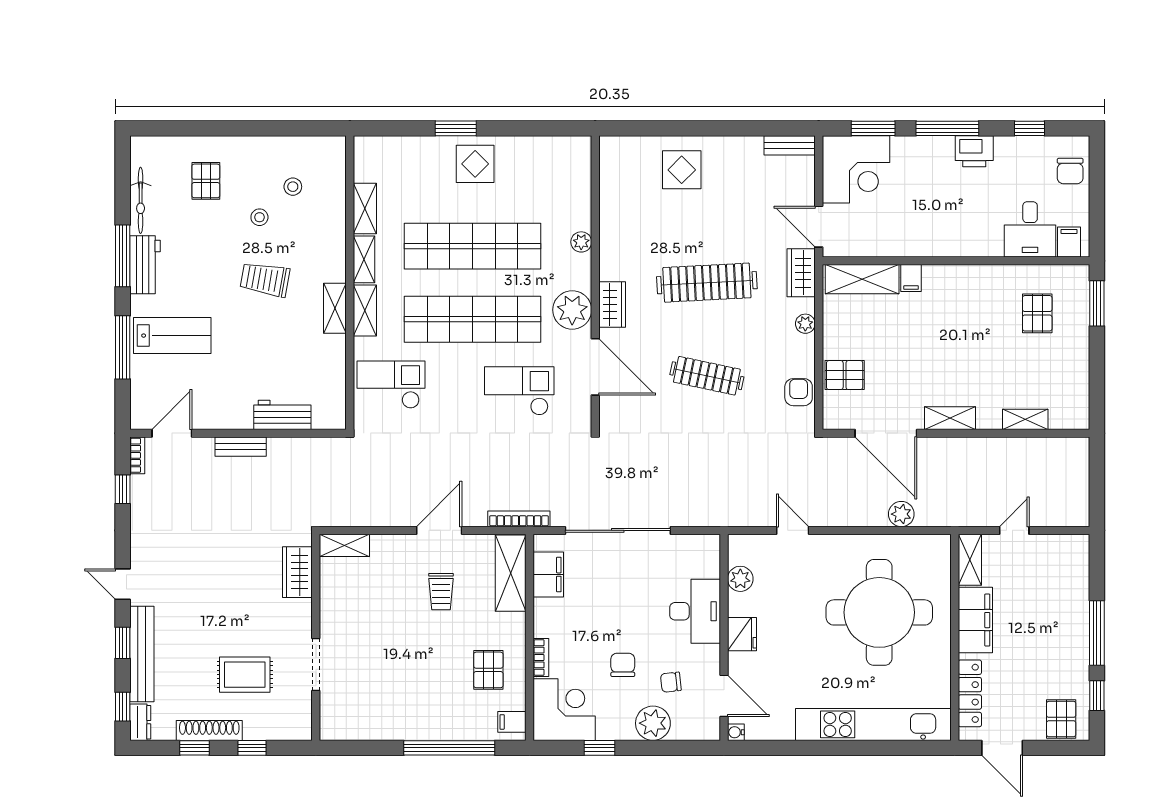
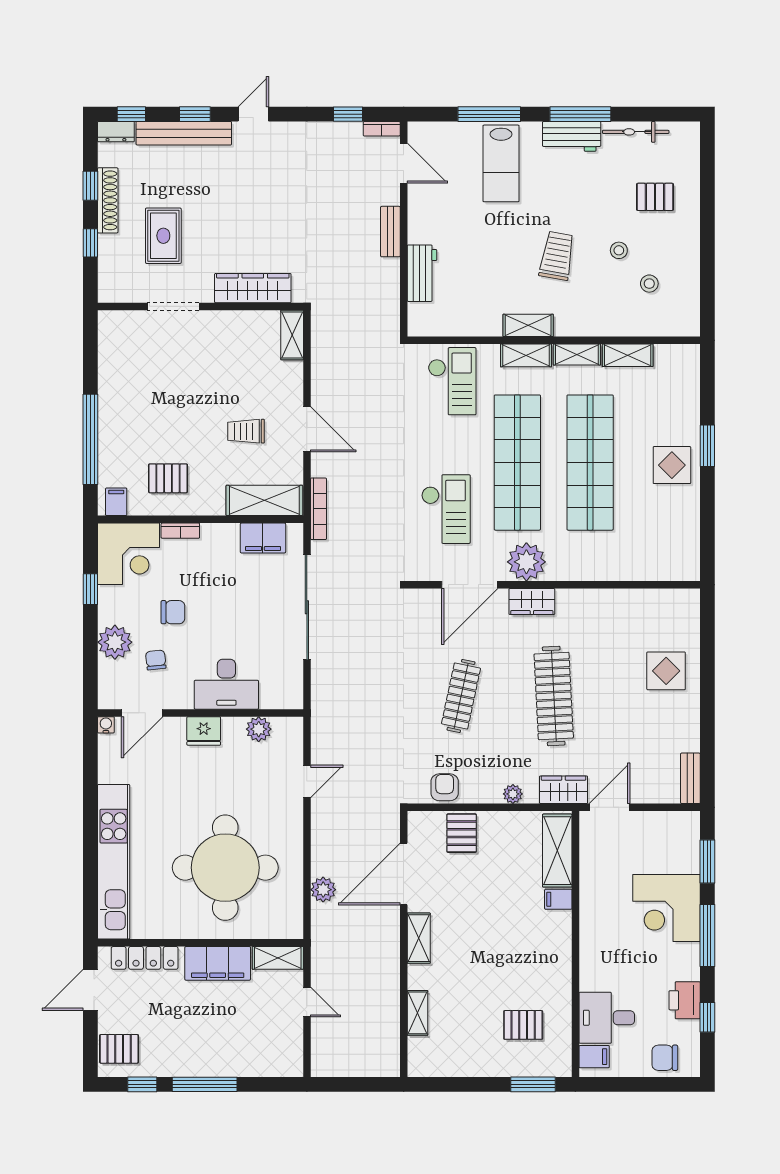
printer: (974, 151) -> (685, 1000), moved
corner desk: (856, 169) -> (666, 908), moved
plant: (581, 242) -> (594, 571), removed
armchair: (799, 392) -> (445, 787), turned -90
wardrobe: (297, 572) -> (253, 288), width x1.50

